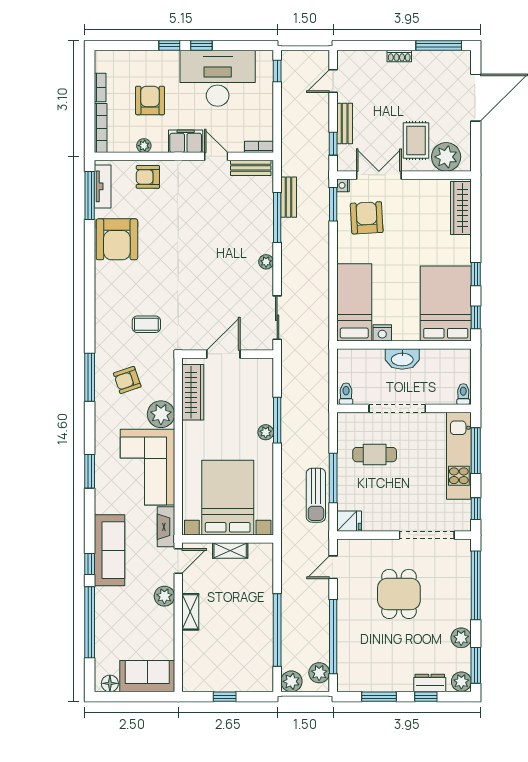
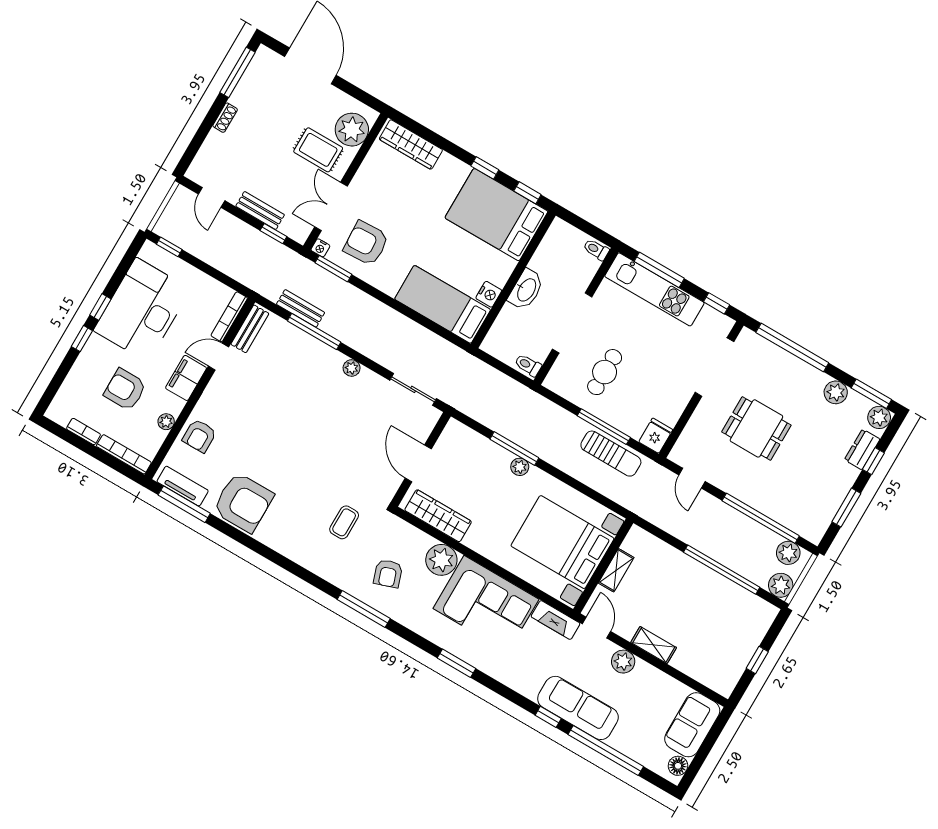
bookcase: (259, 147) -> (229, 317), width x1.56
sofa: (109, 550) -> (578, 708), moved

